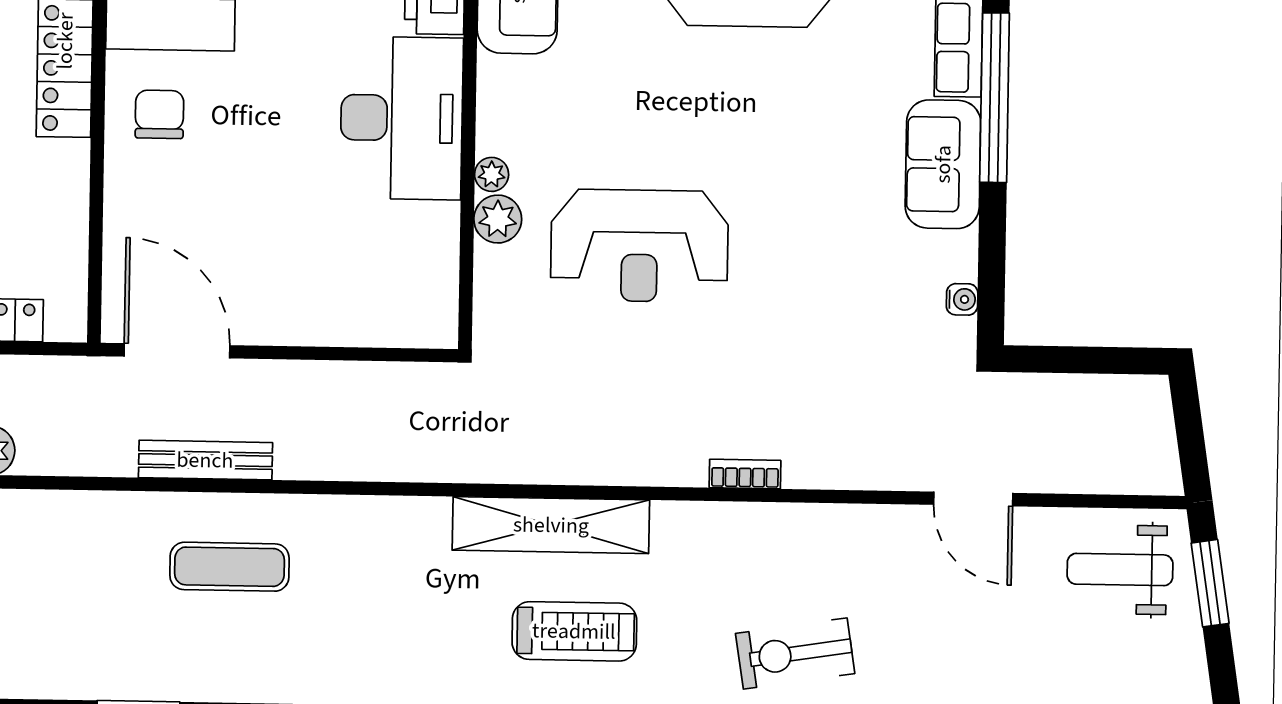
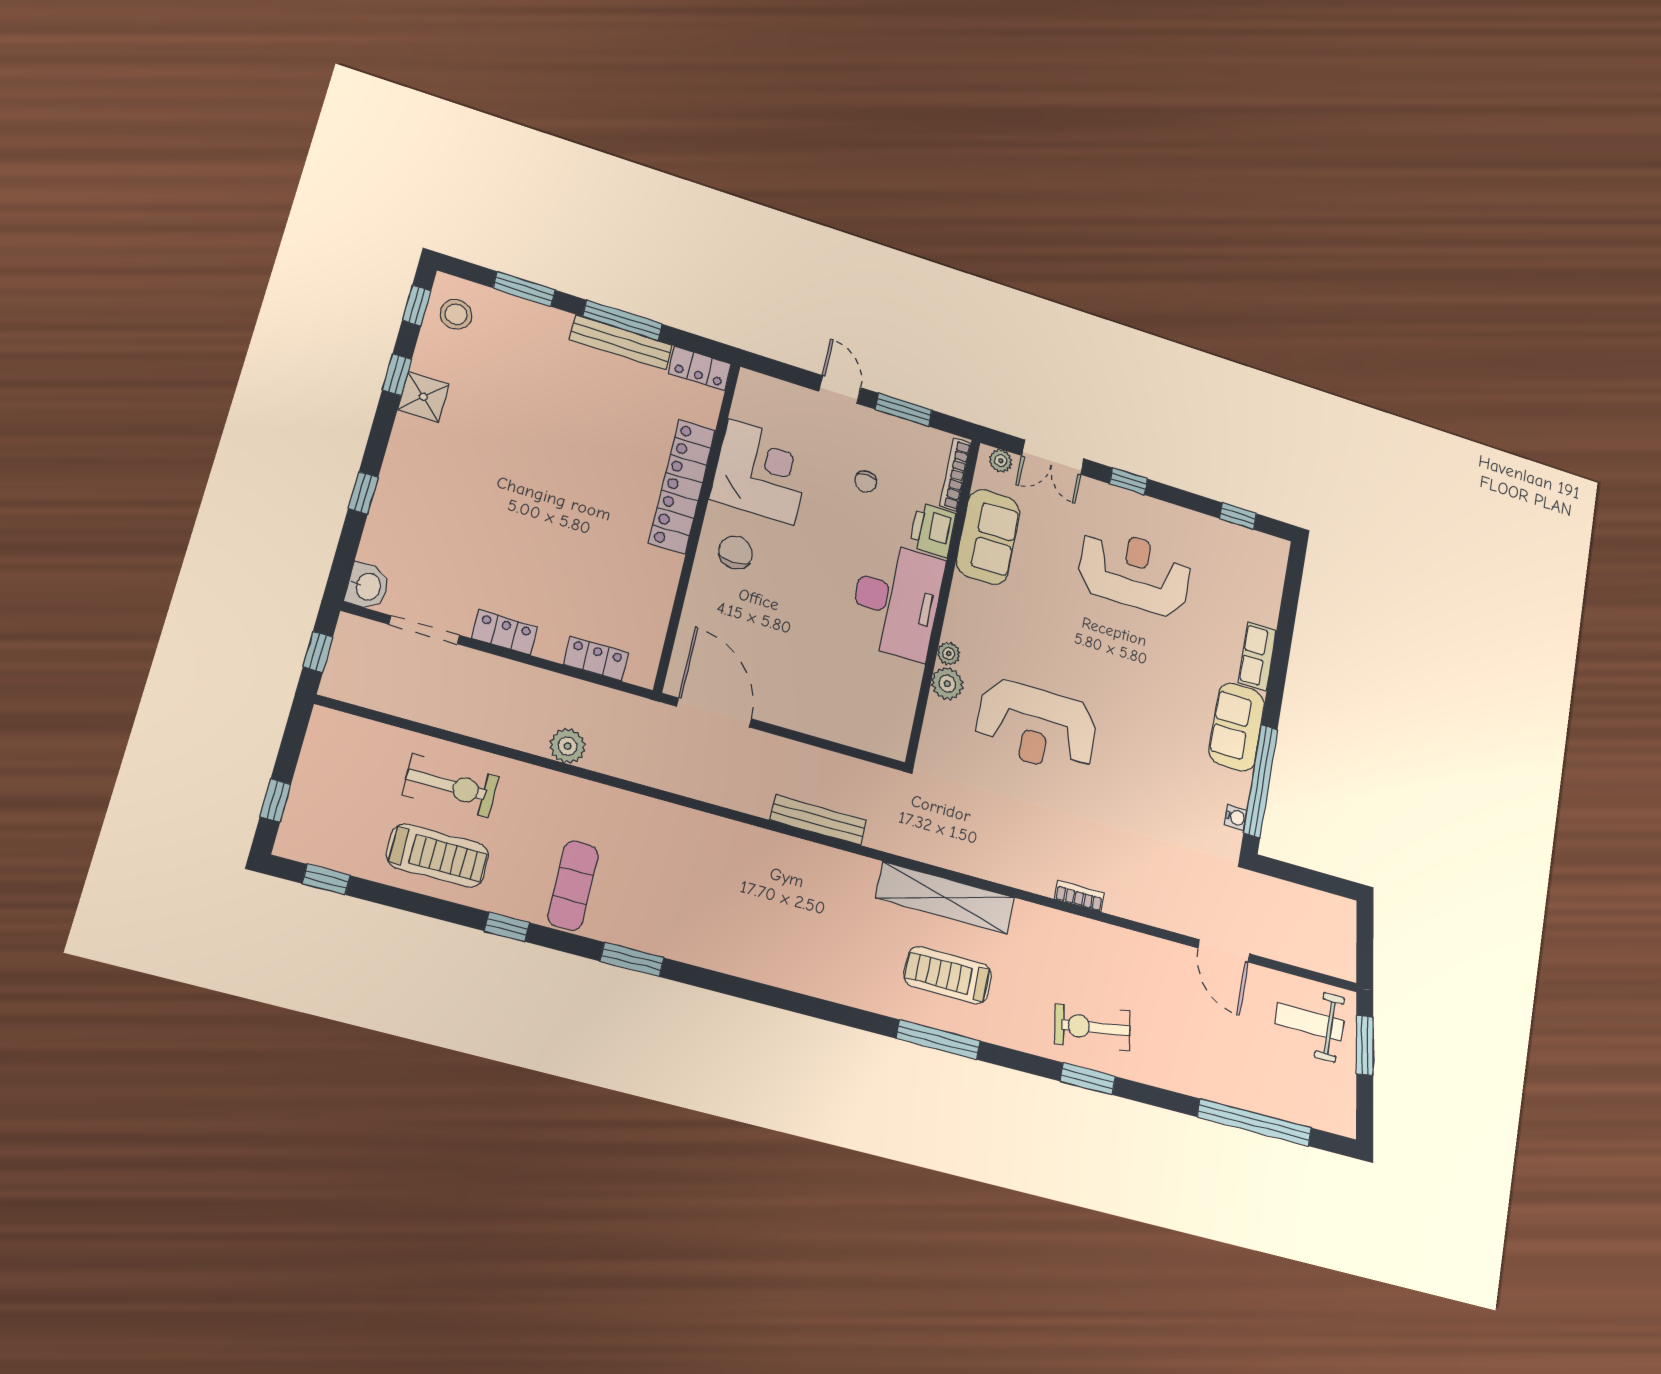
window: (995, 98) -> (1261, 781), moved
bench: (205, 460) -> (818, 820), moved
exercise mat: (229, 567) -> (573, 886), moved, turned 90
treadmill: (574, 631) -> (948, 975), turned 180

